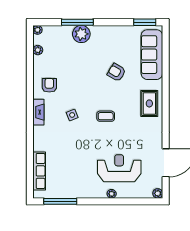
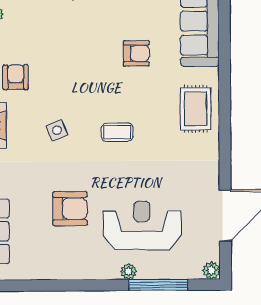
armchair: (116, 72) -> (136, 53), turned 149
armchair: (79, 159) -> (70, 209), added
window: (60, 201) -> (158, 285), moved

